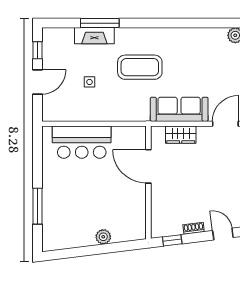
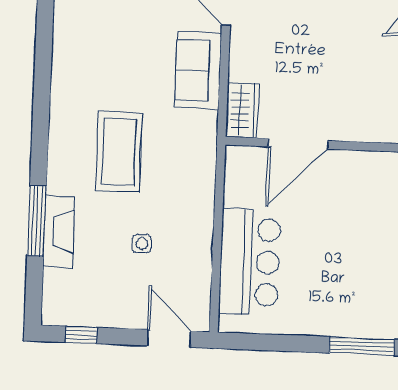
door: (37, 82) -> (169, 338), moved
sofa: (179, 109) -> (198, 70), width x0.73
wardrobe: (181, 135) -> (242, 110), moved

